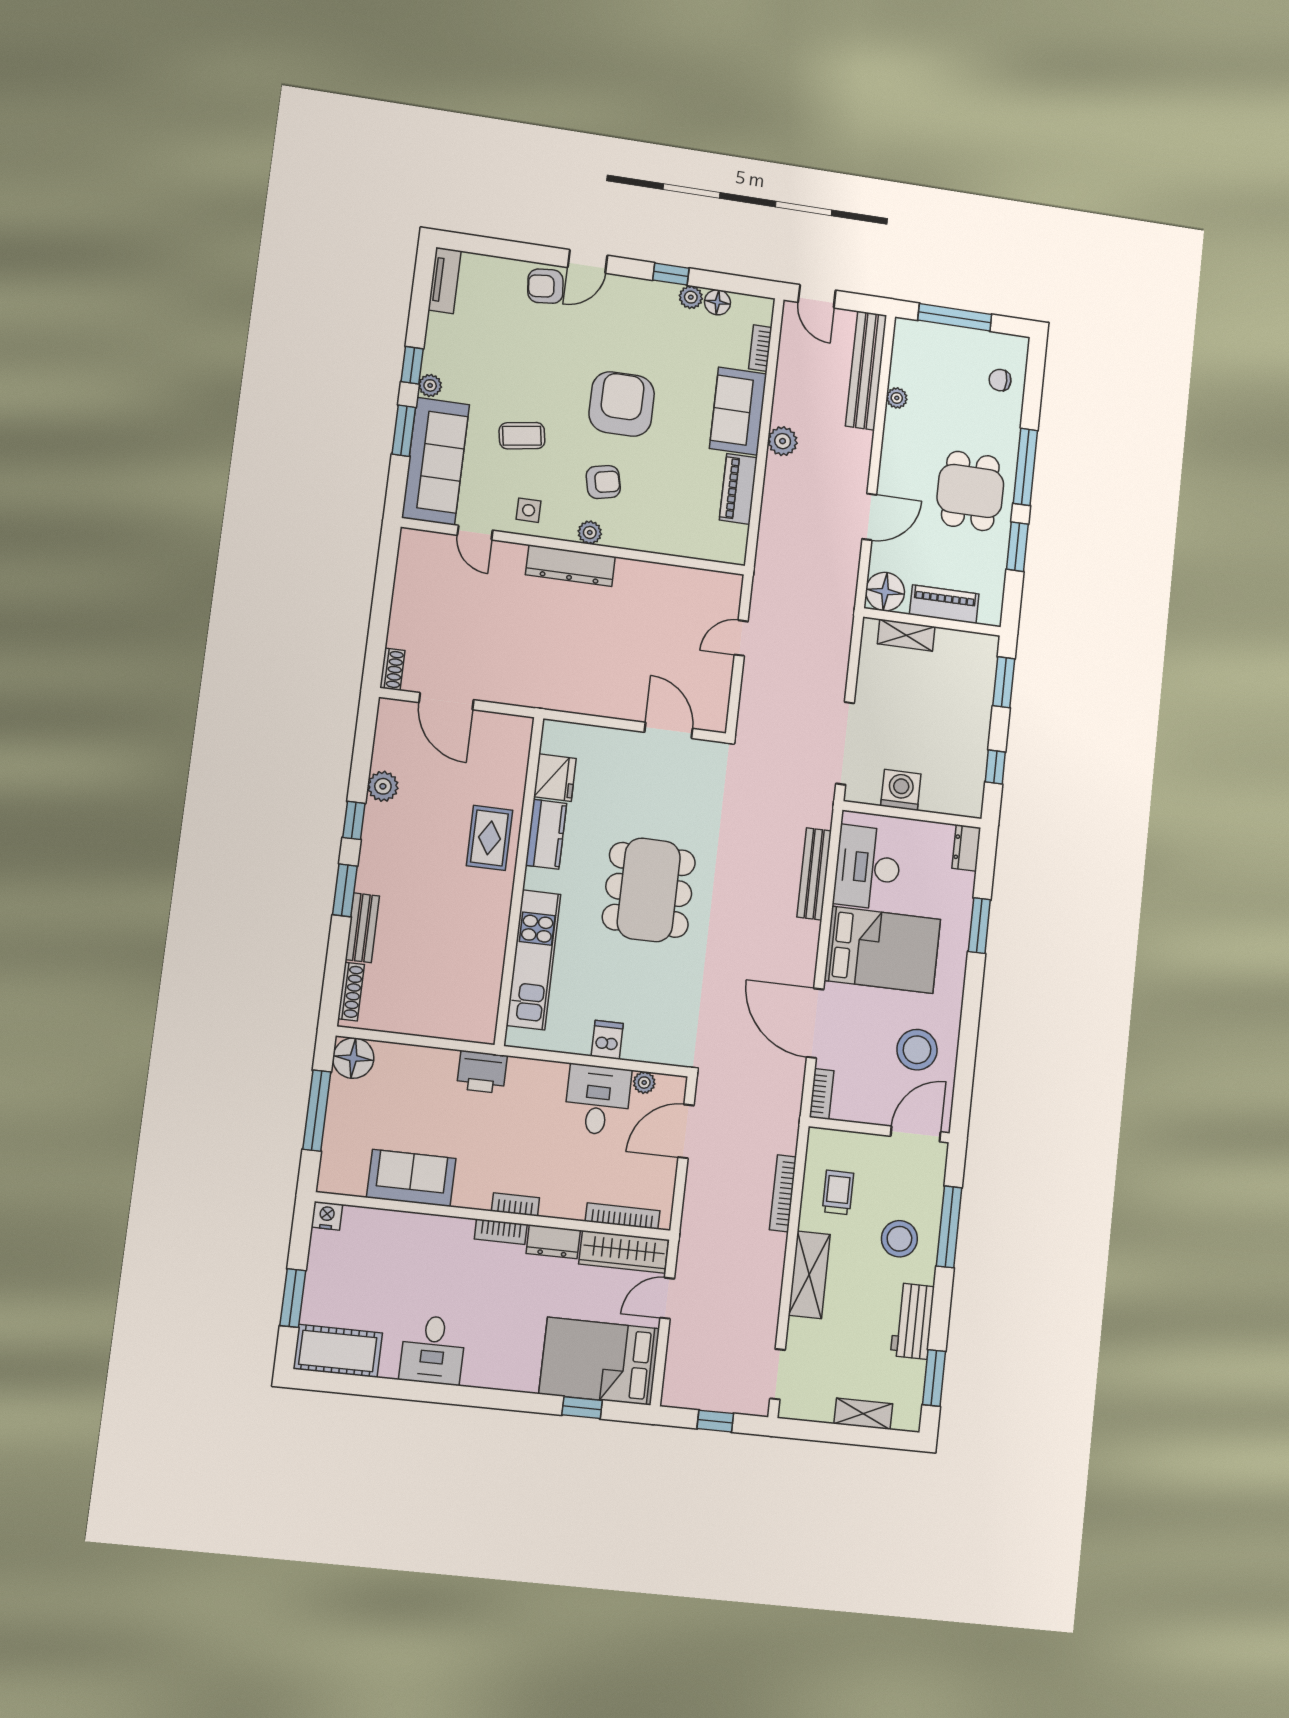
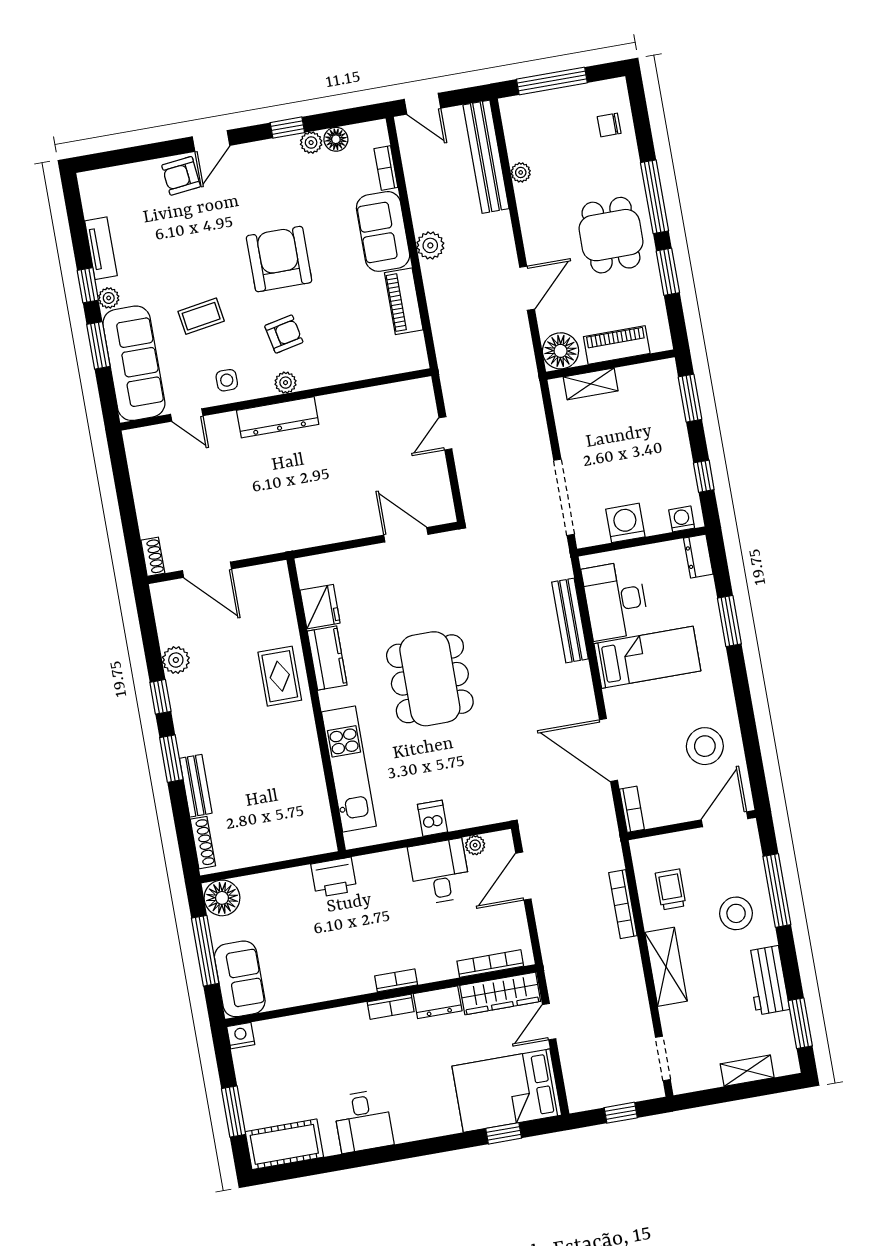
tv unit: (445, 280) -> (101, 248), moved
washing machine: (960, 804) -> (682, 519), added
bed: (882, 950) -> (647, 657), width x0.67
sofa: (411, 1178) -> (240, 979), moved, turned 90

